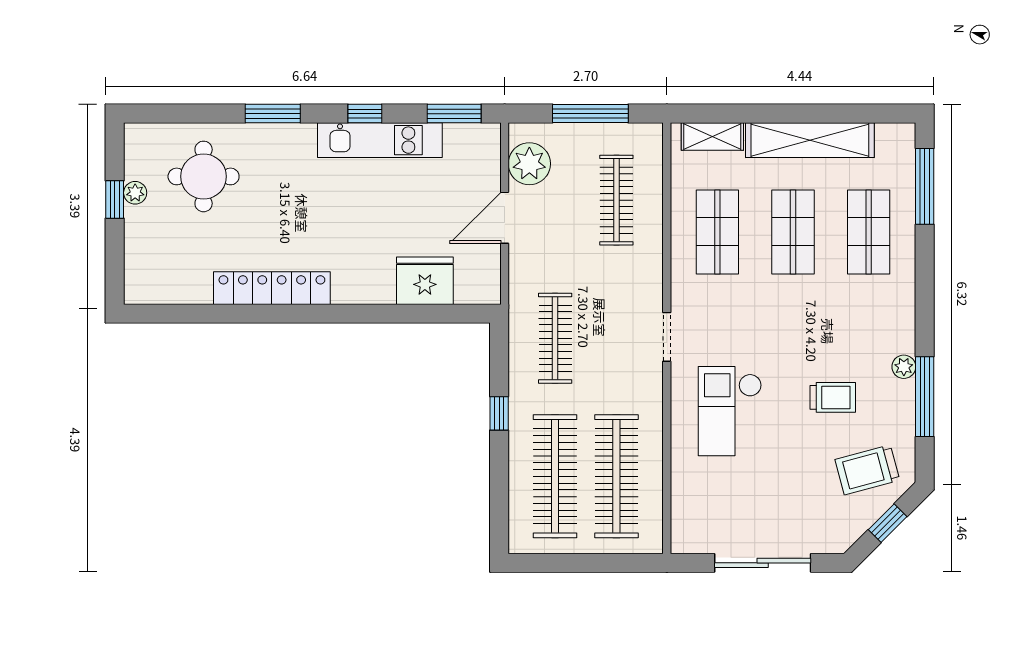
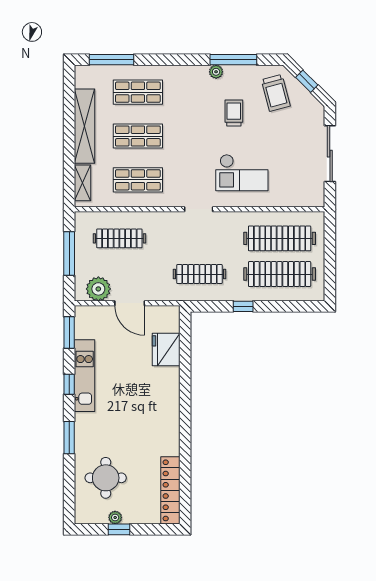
locker: (272, 288) -> (170, 490), moved

